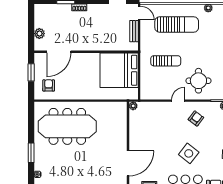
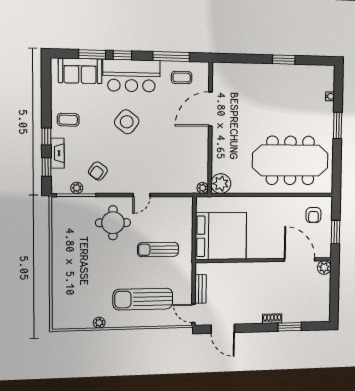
plant: (39, 34) -> (324, 267), moved
door: (59, 52) -> (300, 260), hinge flipped
plant: (120, 109) -> (221, 184), added
armchair: (196, 118) -> (98, 171), moved

